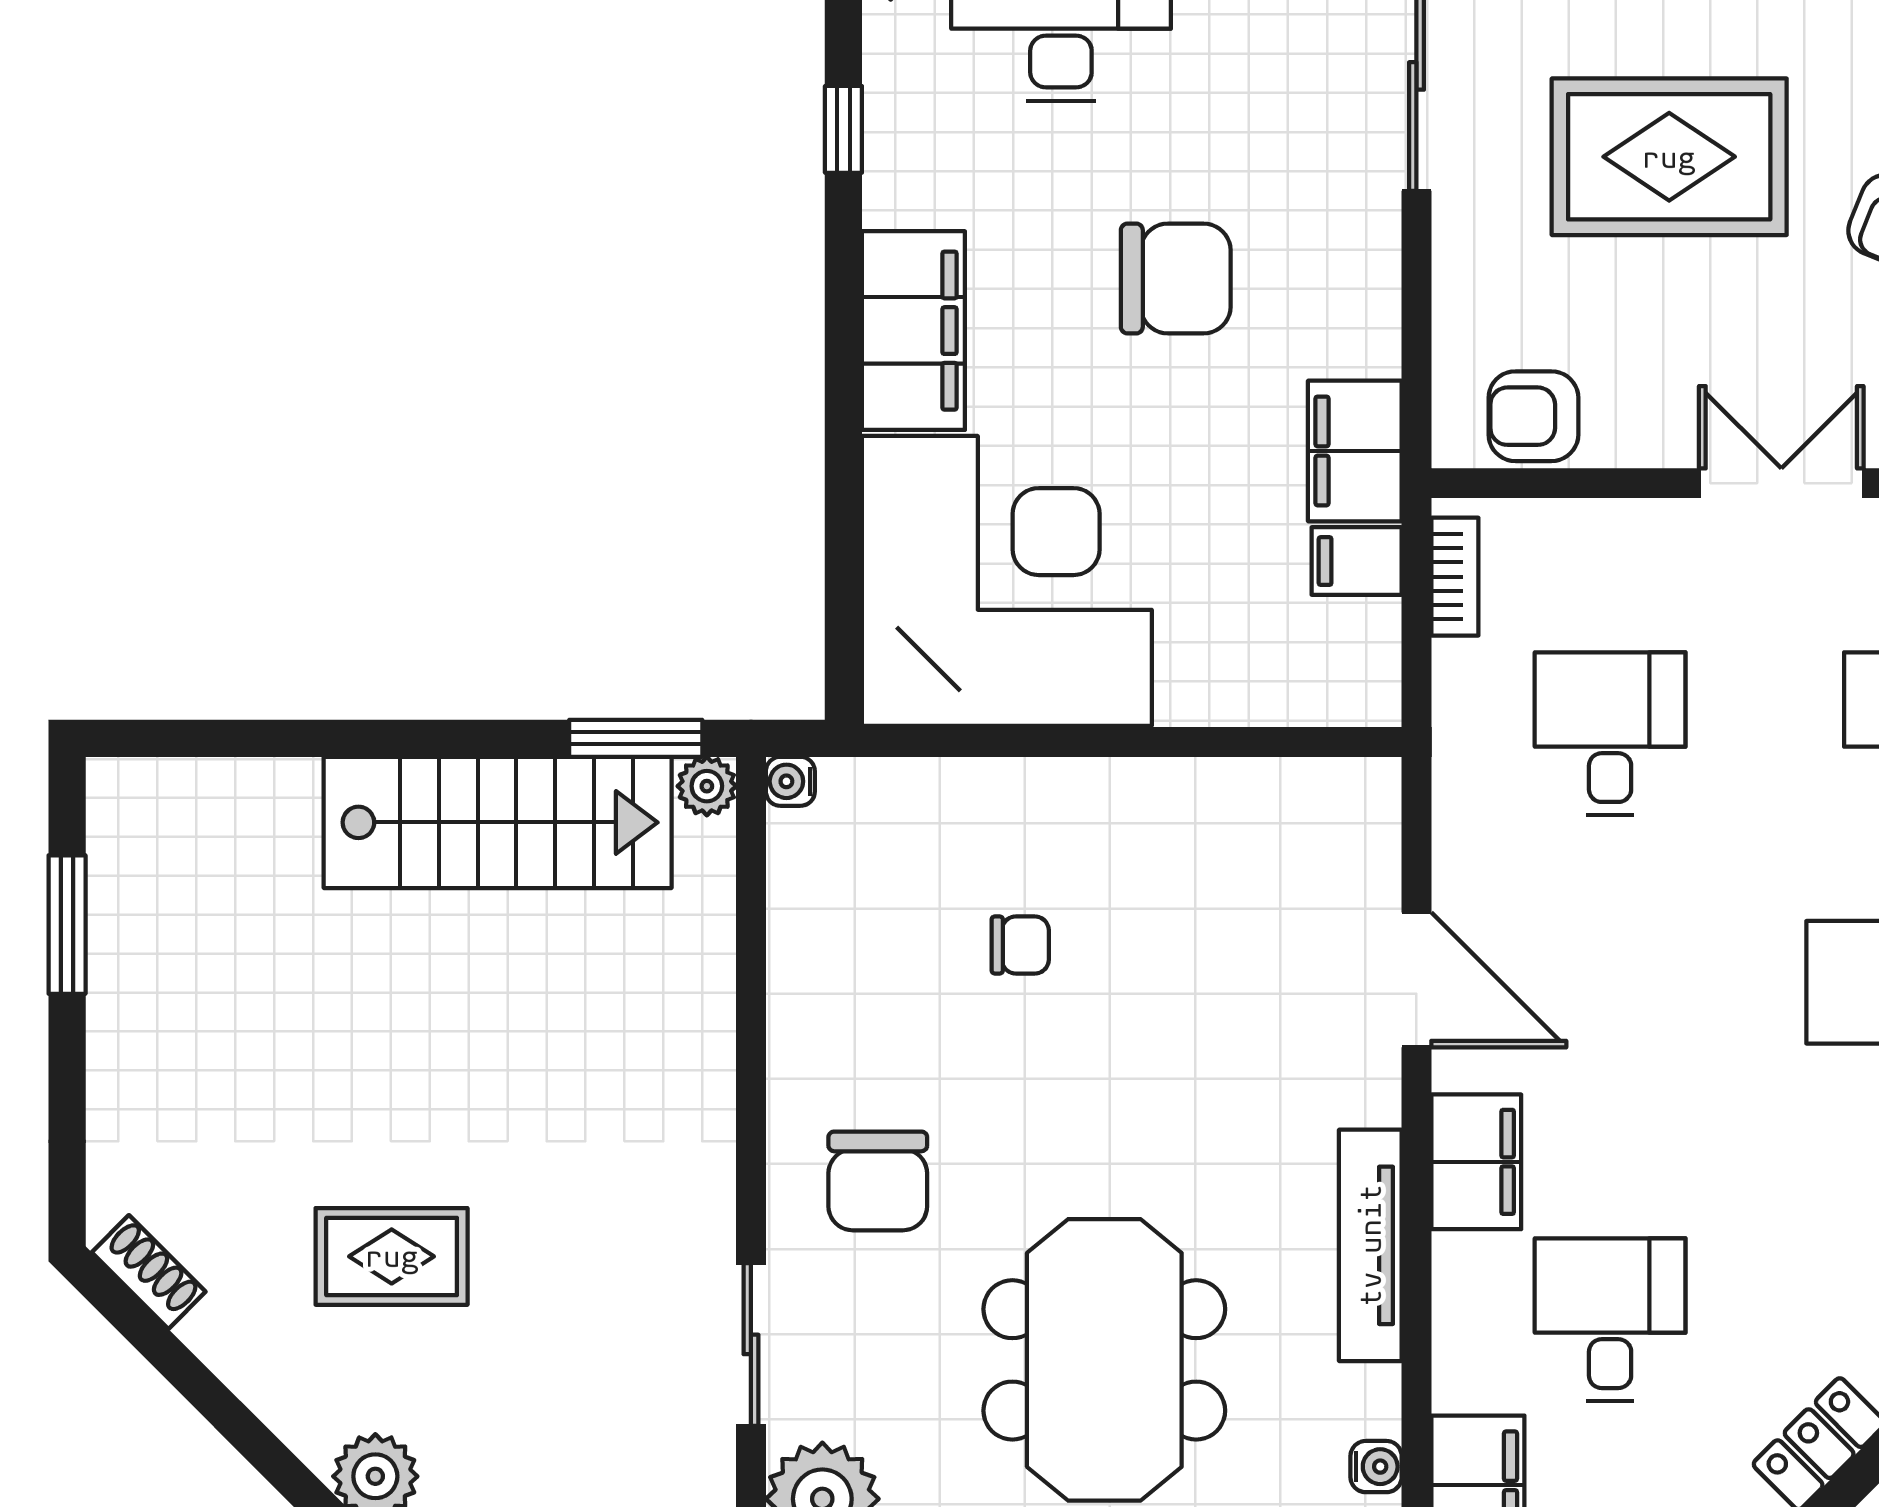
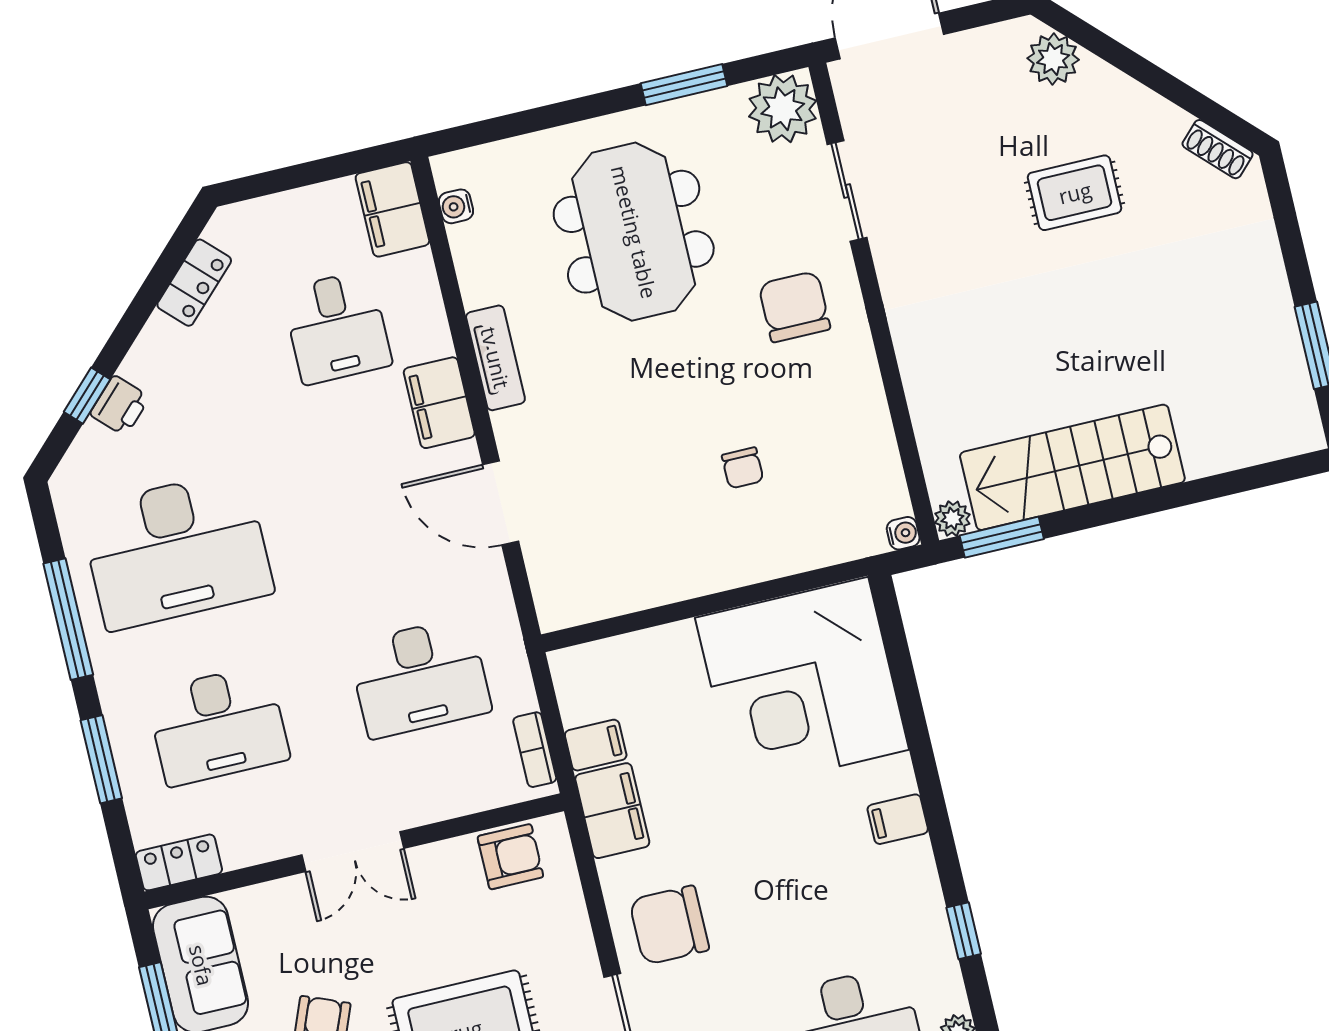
chair: (1176, 279) -> (669, 925), moved
filing cabinet: (913, 331) -> (898, 819), width x0.33, depth x0.86
desk: (1610, 734) -> (420, 678), width x1.37
chair: (1020, 945) -> (743, 468), turned -90
tv unit: (1370, 1245) -> (495, 358), width x0.71

